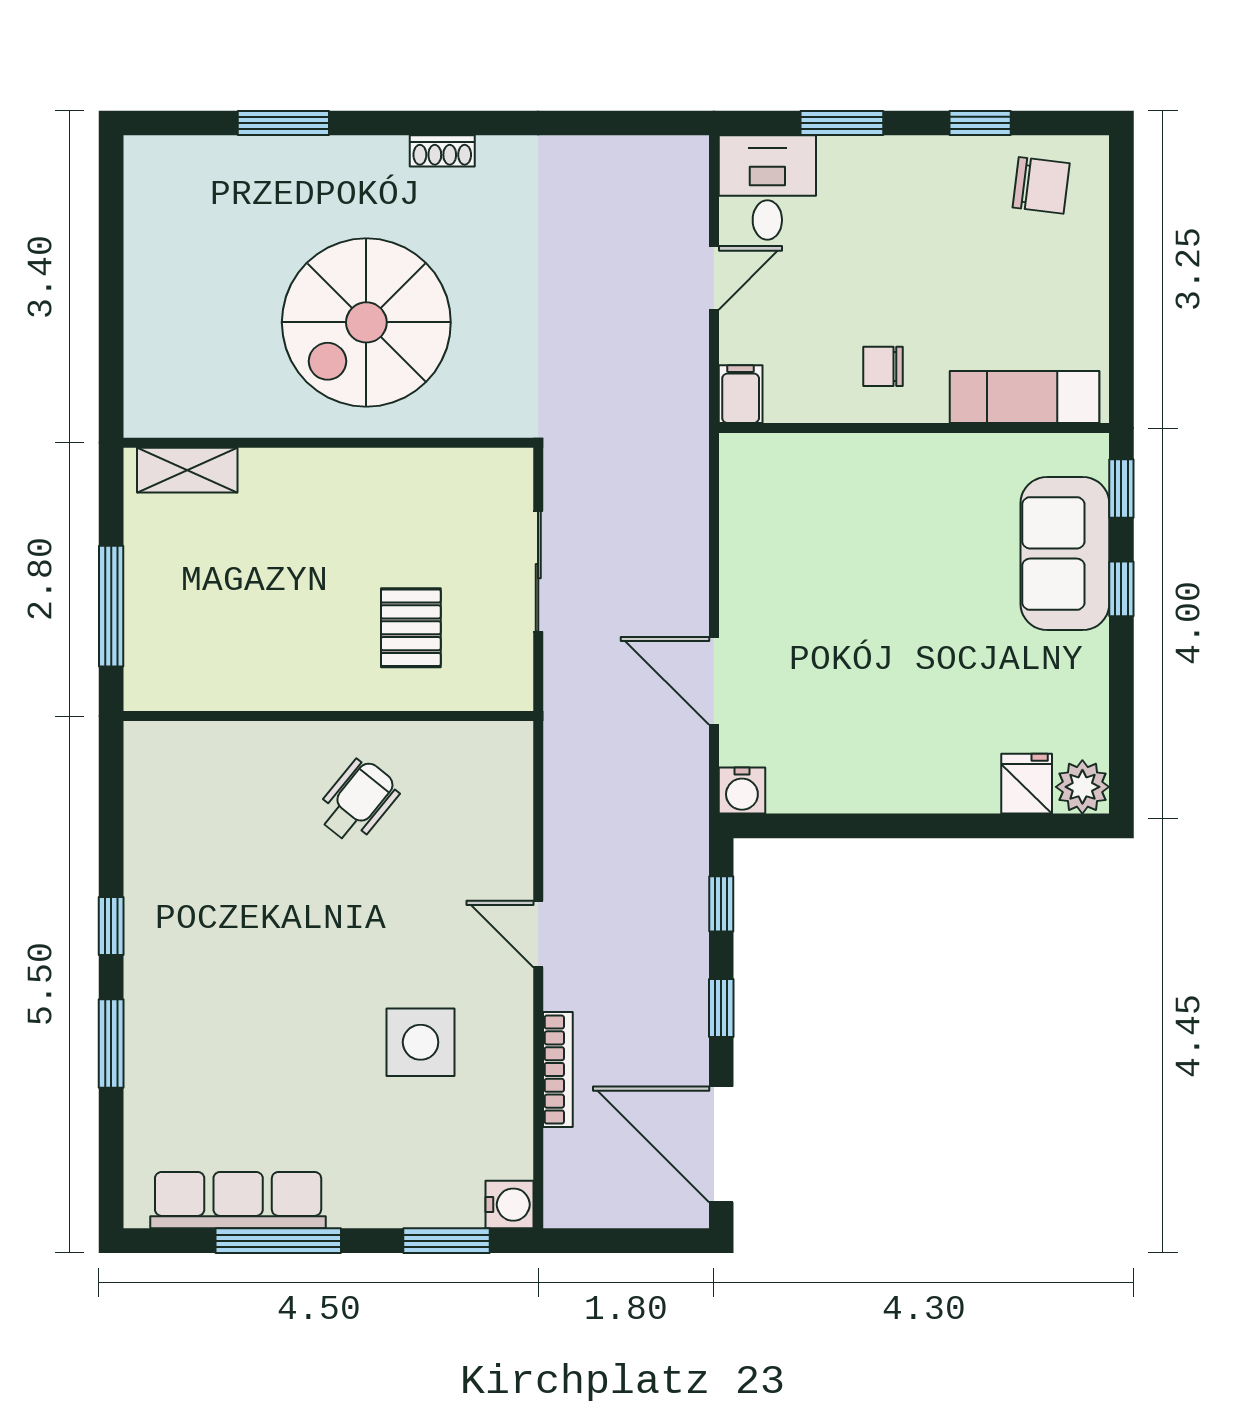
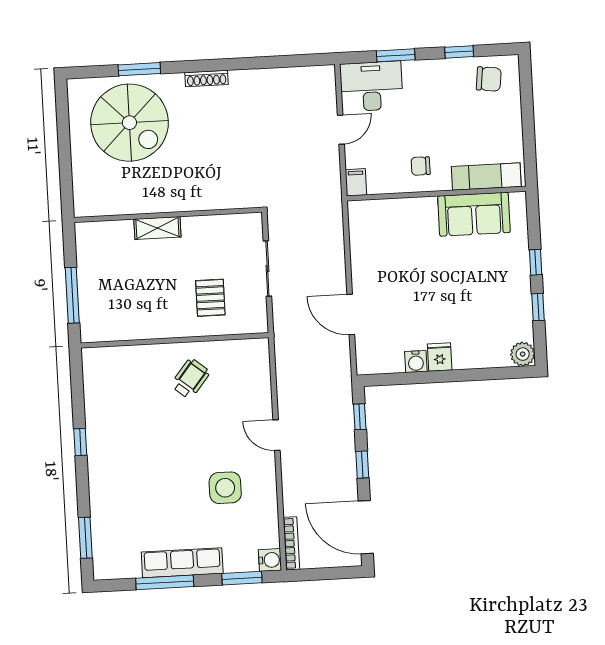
shoe rack: (442, 151) -> (207, 78), width x1.43
desk: (767, 188) -> (371, 86), width x1.37
spiral stairs: (366, 322) -> (129, 123), moved, turned -90
shelving: (187, 470) -> (157, 228), moved
window: (1121, 488) -> (538, 307), moved
sofa: (1065, 554) -> (474, 214), moved, turned -90
fridge: (1027, 784) -> (440, 357), moved
water cooler: (742, 790) -> (416, 361), moved
window: (111, 1044) -> (85, 538), moved
bookcase: (558, 1070) -> (291, 543), moved
row of seats: (238, 1200) -> (182, 563), moved

